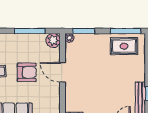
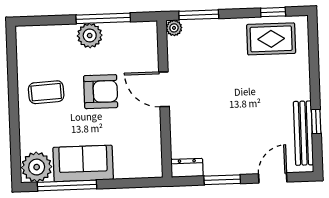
window: (126, 31) -> (273, 12), width x0.46
plant: (53, 40) -> (90, 35), moved

